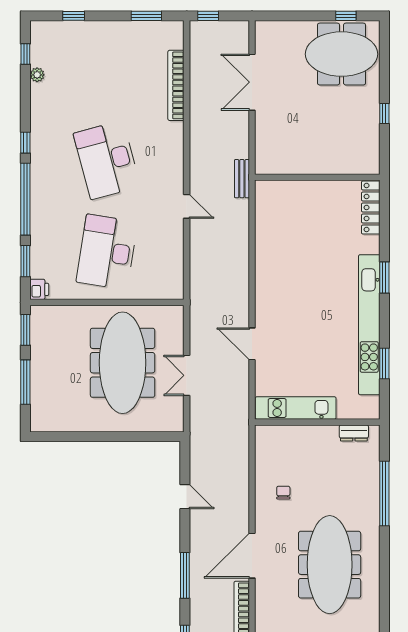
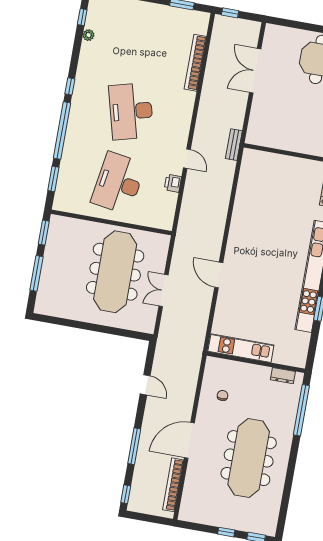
printer: (39, 289) -> (173, 183), moved, turned 180
kitchen unit: (296, 408) -> (241, 348), moved
wall: (317, 422) -> (256, 362), moved
dresser: (354, 433) -> (283, 376), moved

